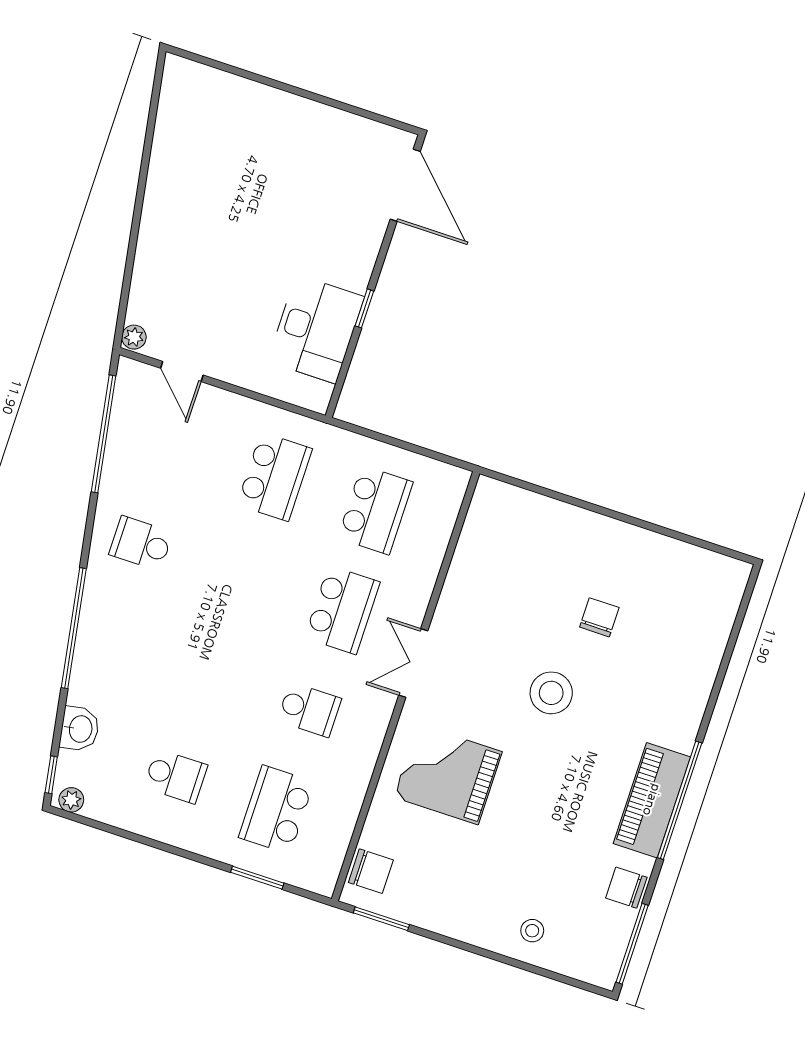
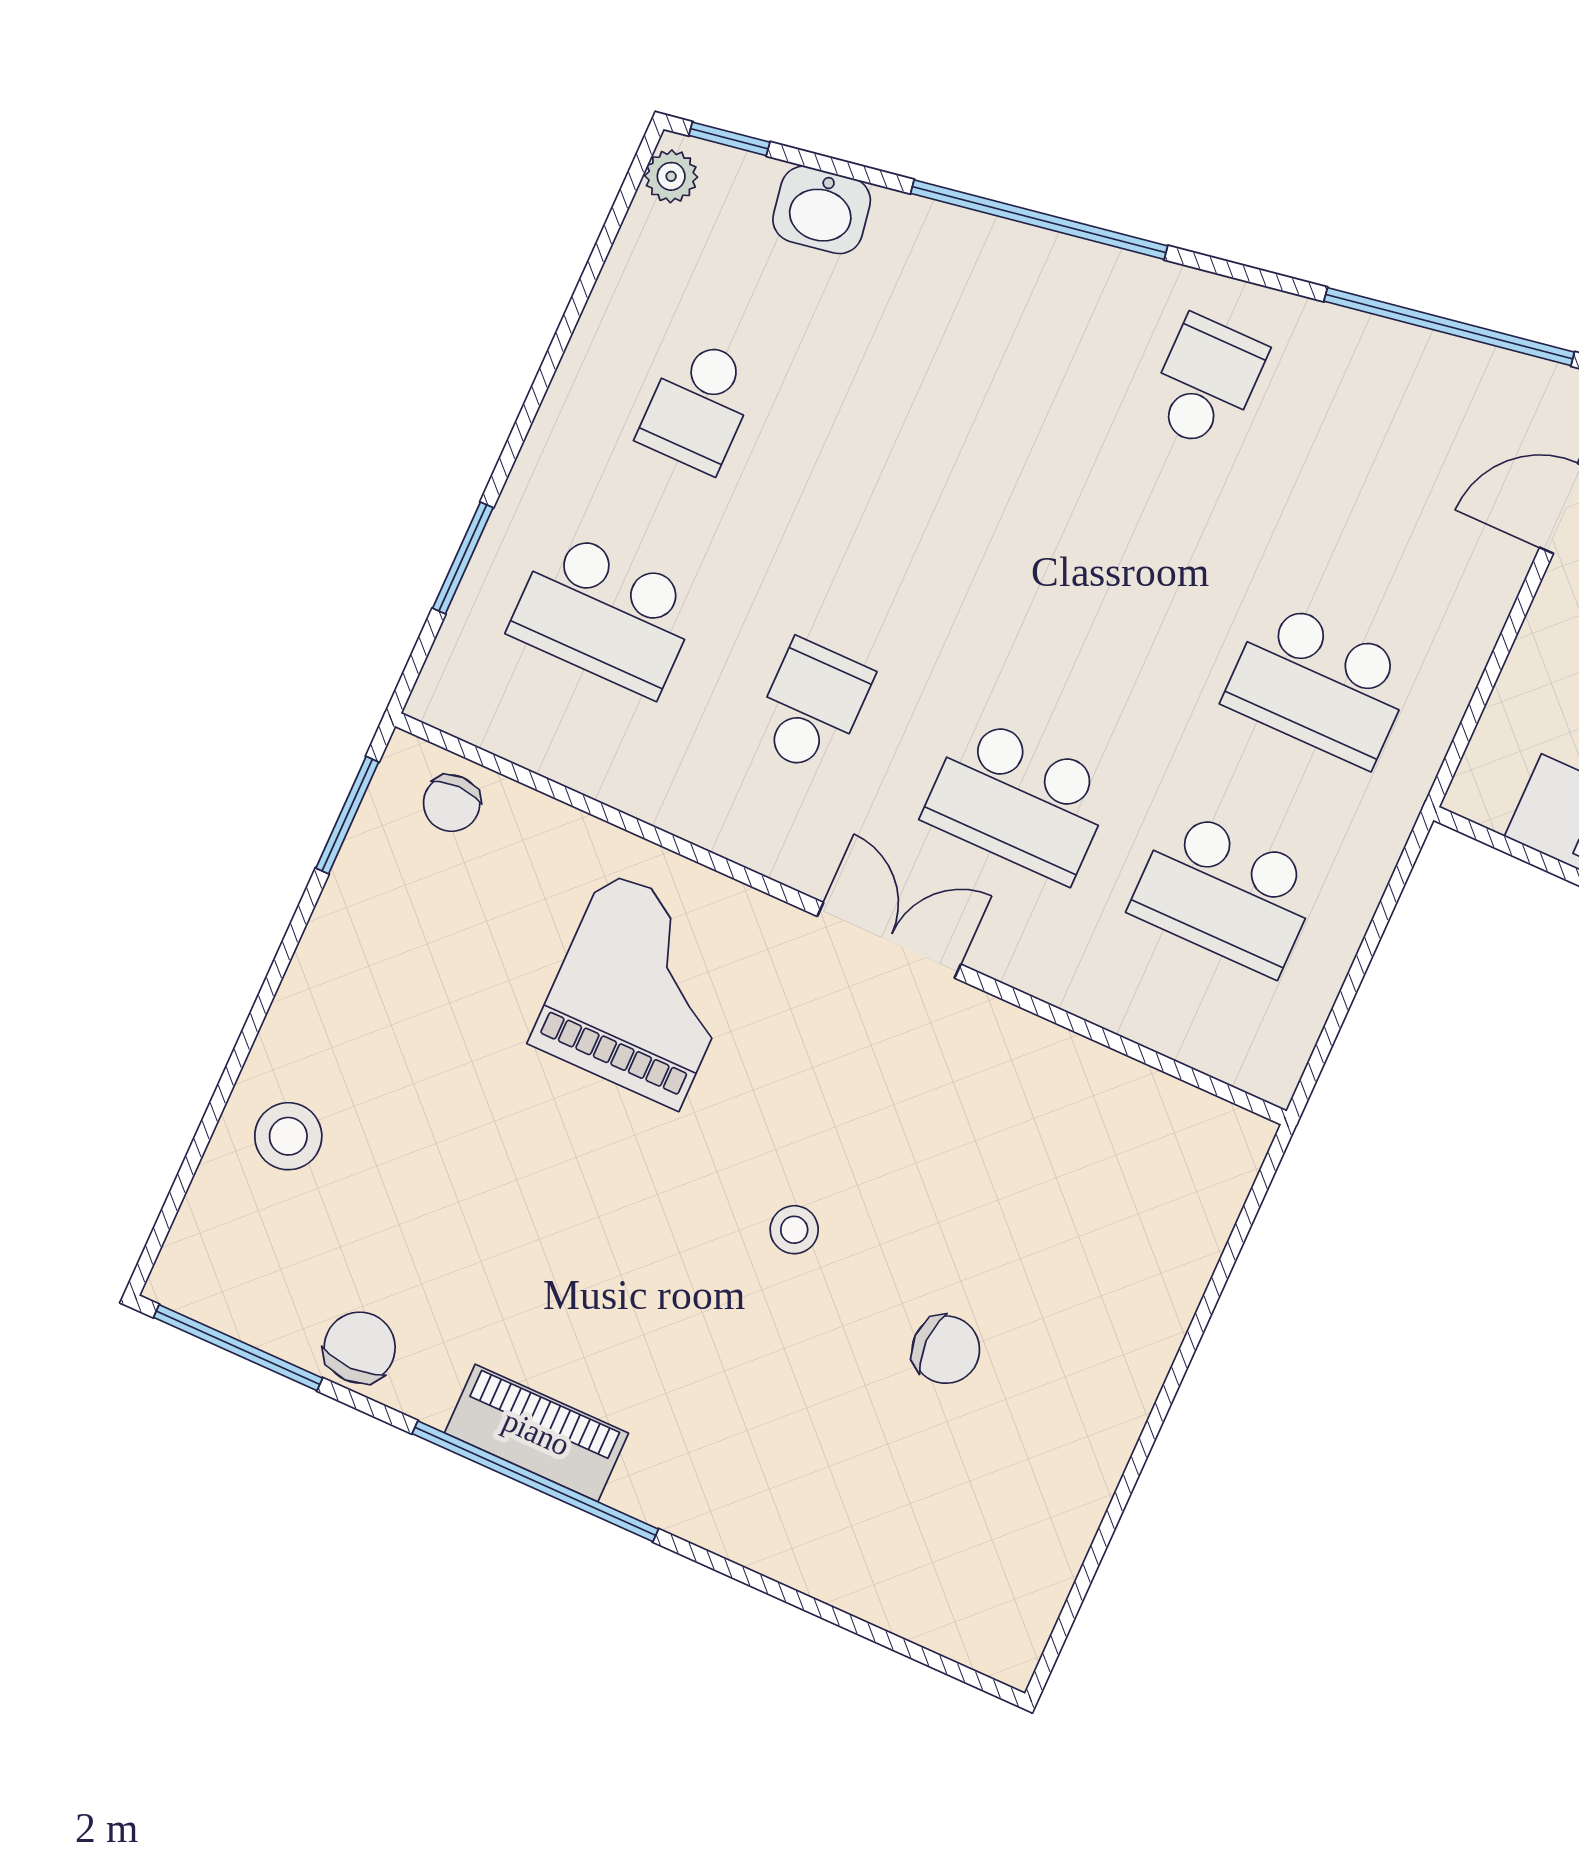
stool: (551, 693) -> (794, 1230), width x0.53, depth x0.53
school desk: (309, 710) -> (812, 707), turned 180
piano: (652, 800) -> (536, 1433), width x0.73, depth x0.75
school desk: (276, 810) -> (605, 614), turned 180
chair: (371, 871) -> (452, 803), width x0.73, depth x0.73
stool: (532, 931) -> (288, 1136), width x1.37, depth x1.37

